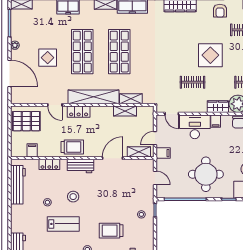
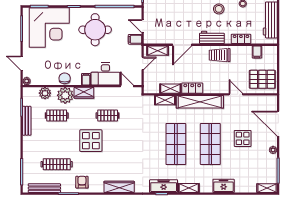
locker: (79, 112) -> (192, 88), moved
filing cabinet: (163, 153) -> (135, 39), moved

